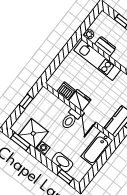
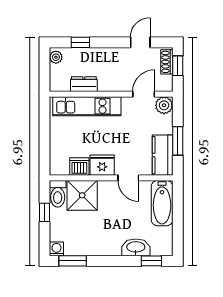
plant: (89, 34) -> (56, 57), moved
toilet: (70, 119) -> (58, 194), moved
shower: (33, 133) -> (82, 195), moved
washing machine: (43, 148) -> (56, 249), moved

